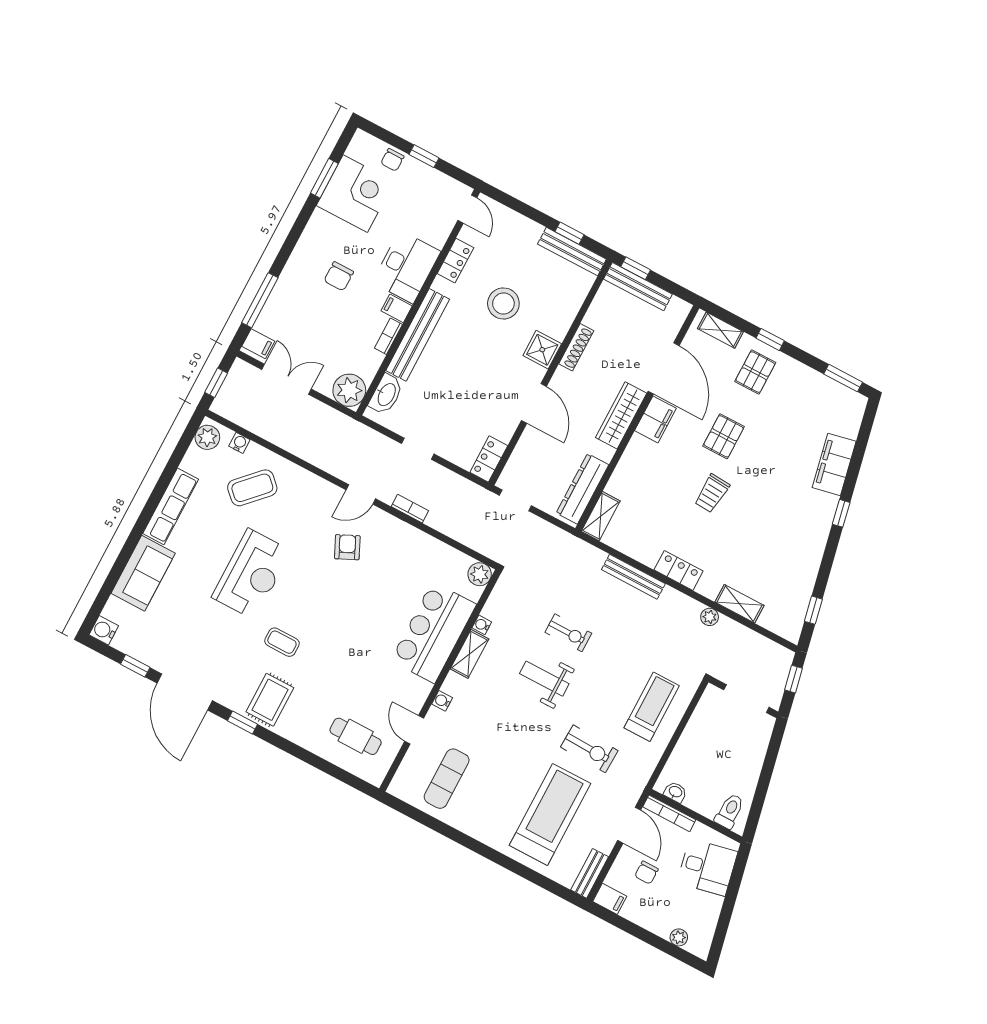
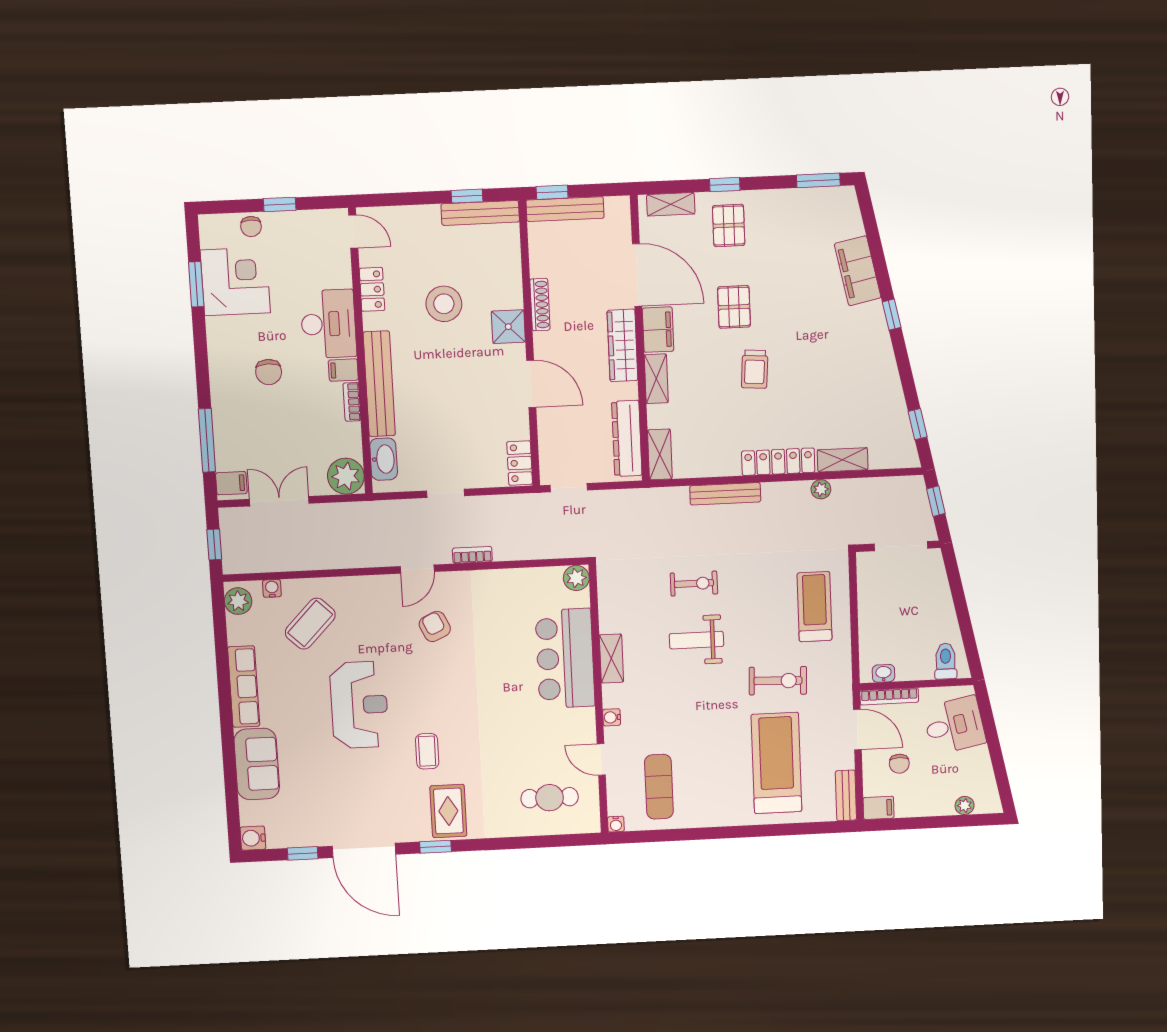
shelving: (632, 456) -> (656, 379), added
locker: (679, 570) -> (778, 462), width x1.53
water cooler: (482, 625) -> (616, 824), moved, turned -90
coffee table: (282, 642) -> (427, 751), turned 90

